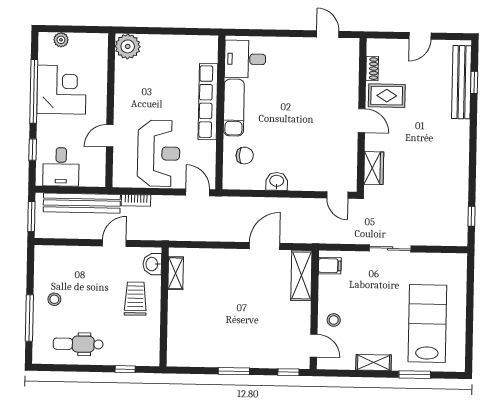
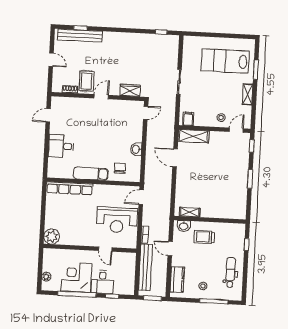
desk: (245, 59) -> (61, 146), moved, turned 90
row of seats: (208, 102) -> (70, 188), moved
reception desk: (159, 153) -> (117, 220), turned 180
desk: (61, 167) -> (102, 282), moved, turned 90
kitchen counter: (64, 256) -> (177, 280), added
dental chair: (78, 344) -> (230, 272), turned 180

